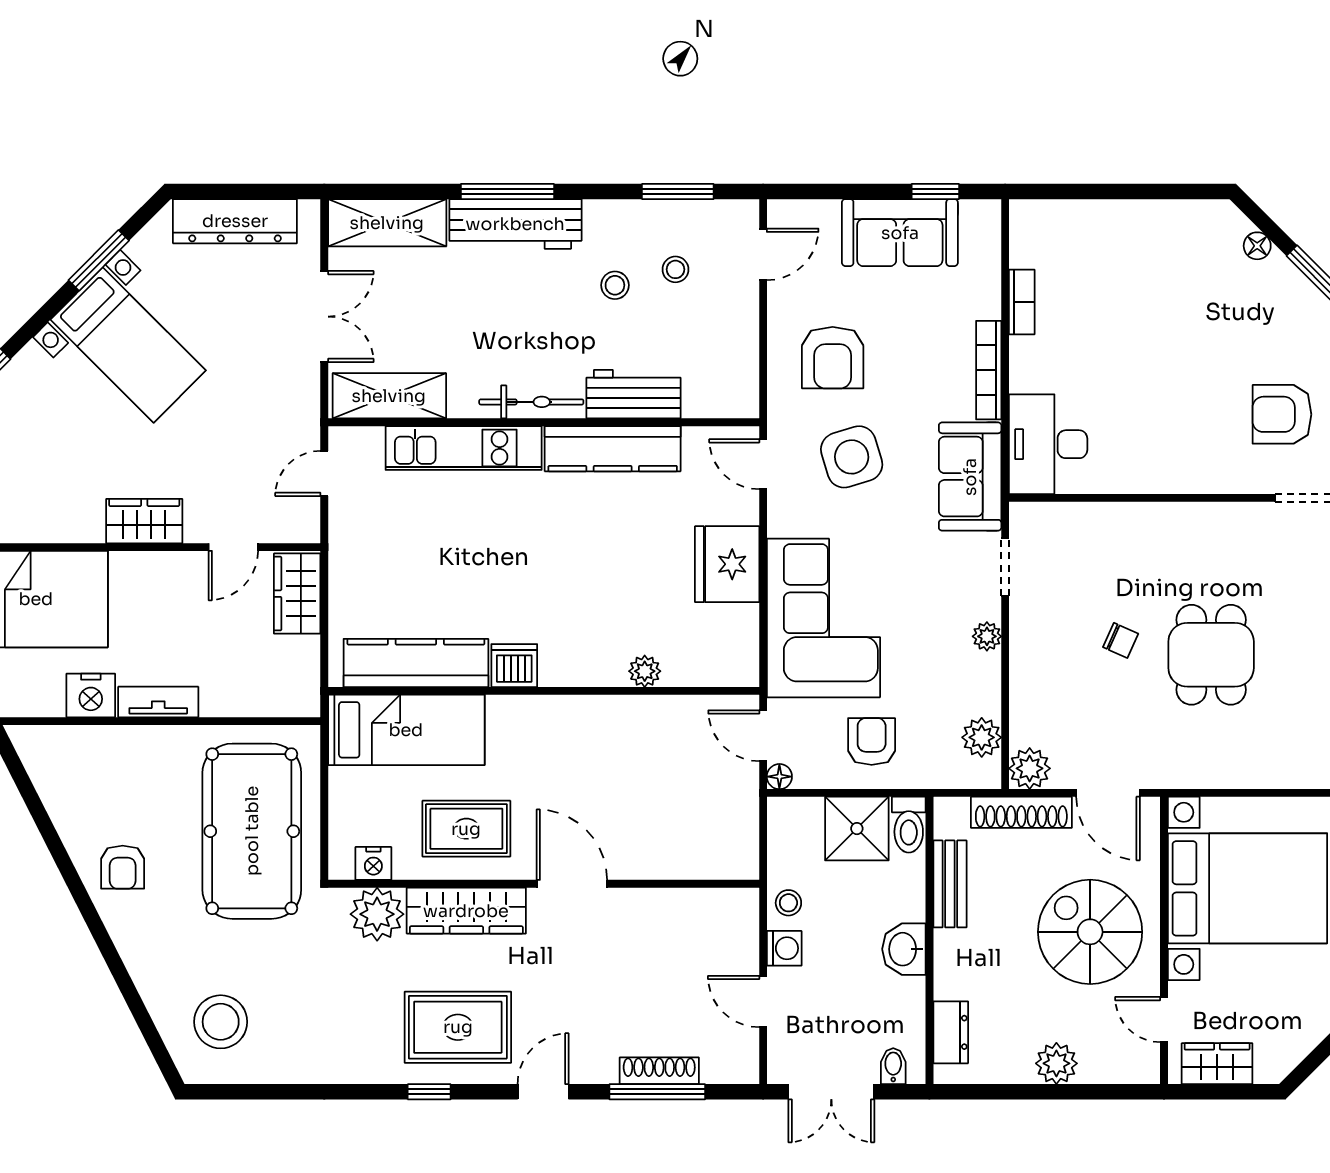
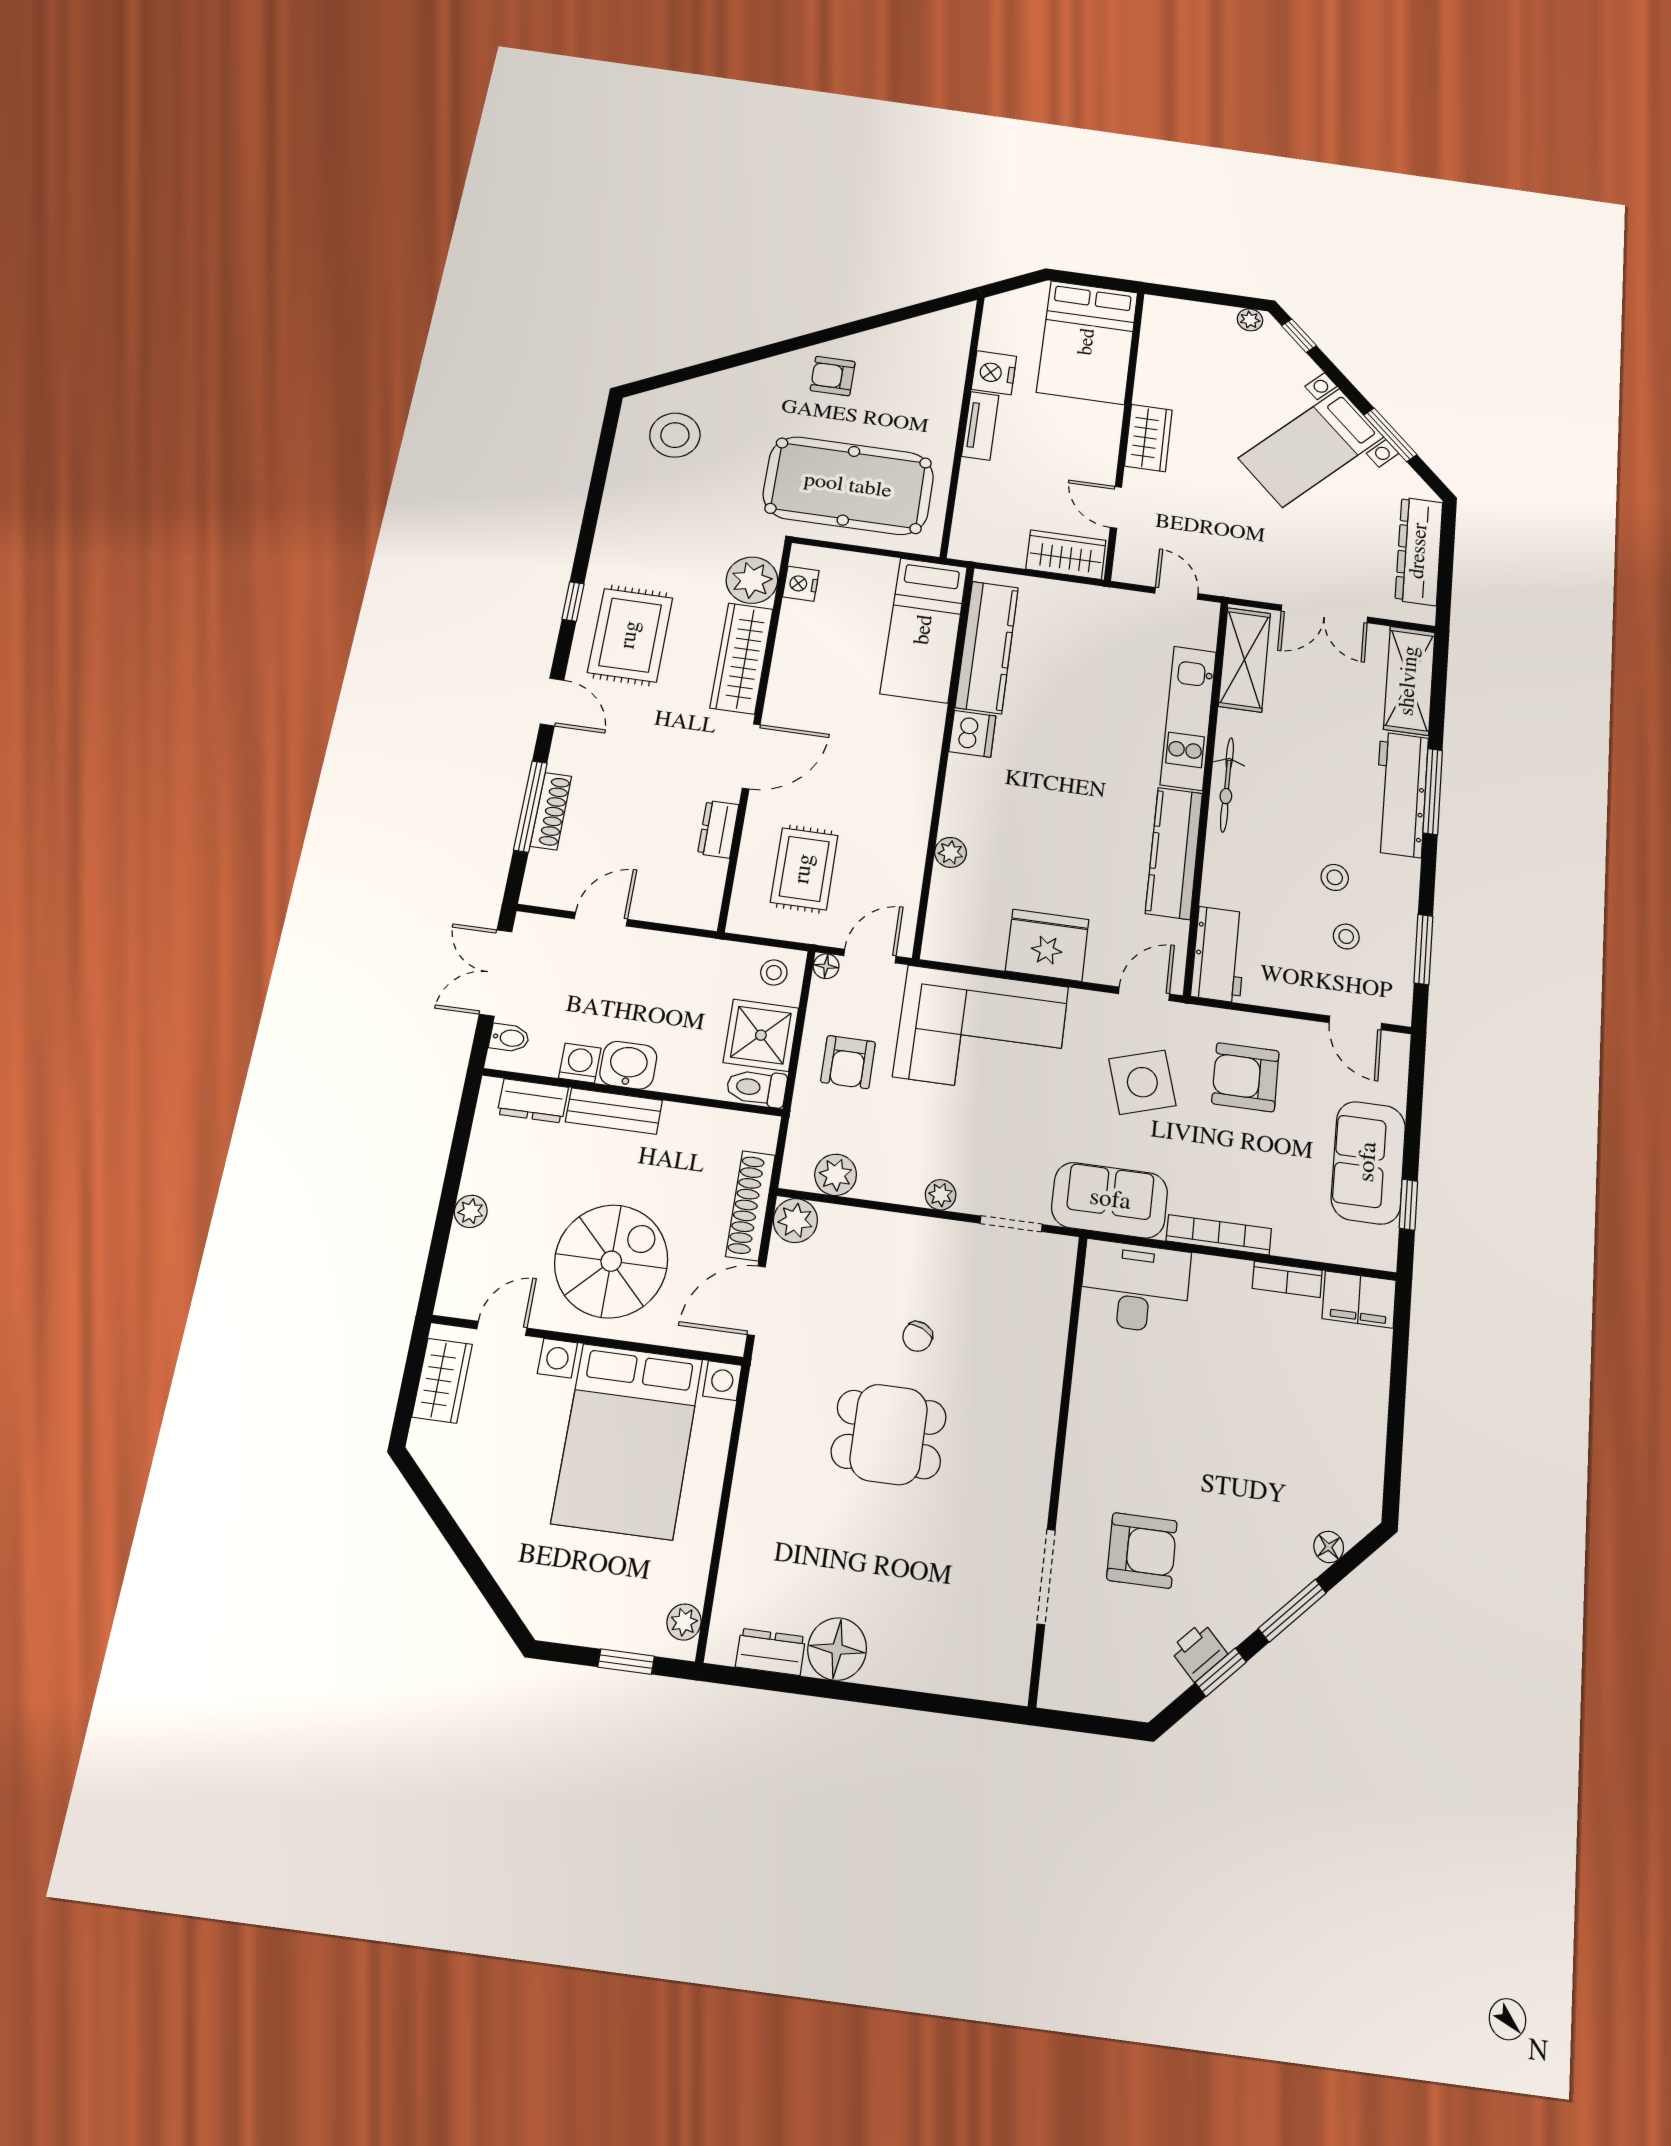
filing cabinet: (1031, 233) -> (1359, 1300), added
workbench: (634, 394) -> (1219, 954), moved
armchair: (1282, 414) -> (1142, 1550), turned 90
armchair: (872, 742) -> (848, 1062), turned 90
rug: (466, 829) -> (804, 869), moved
bench: (950, 884) -> (614, 1111), moved
stool: (788, 903) -> (774, 973), moved
dresser: (654, 904) -> (718, 829), added
washing machine: (784, 948) -> (580, 1063), moved, turned 180
plant: (1056, 1063) -> (471, 1211), width x0.73, depth x0.73

